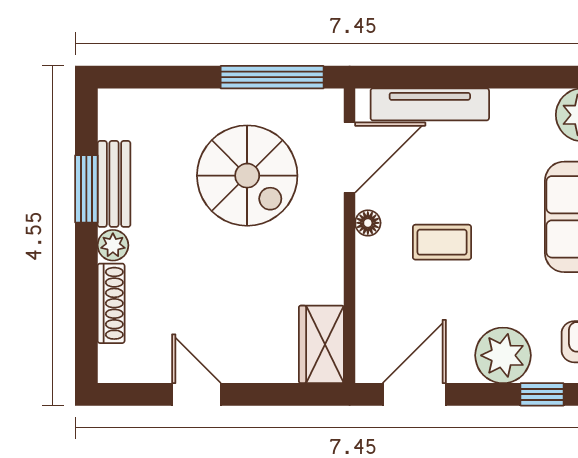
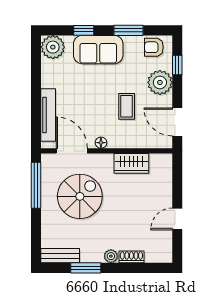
bench: (114, 184) -> (60, 256), moved
coffee table: (442, 242) -> (127, 106), moved
shoe rack: (111, 303) -> (131, 257), width x0.70
wardrobe: (321, 344) -> (131, 163), moved

